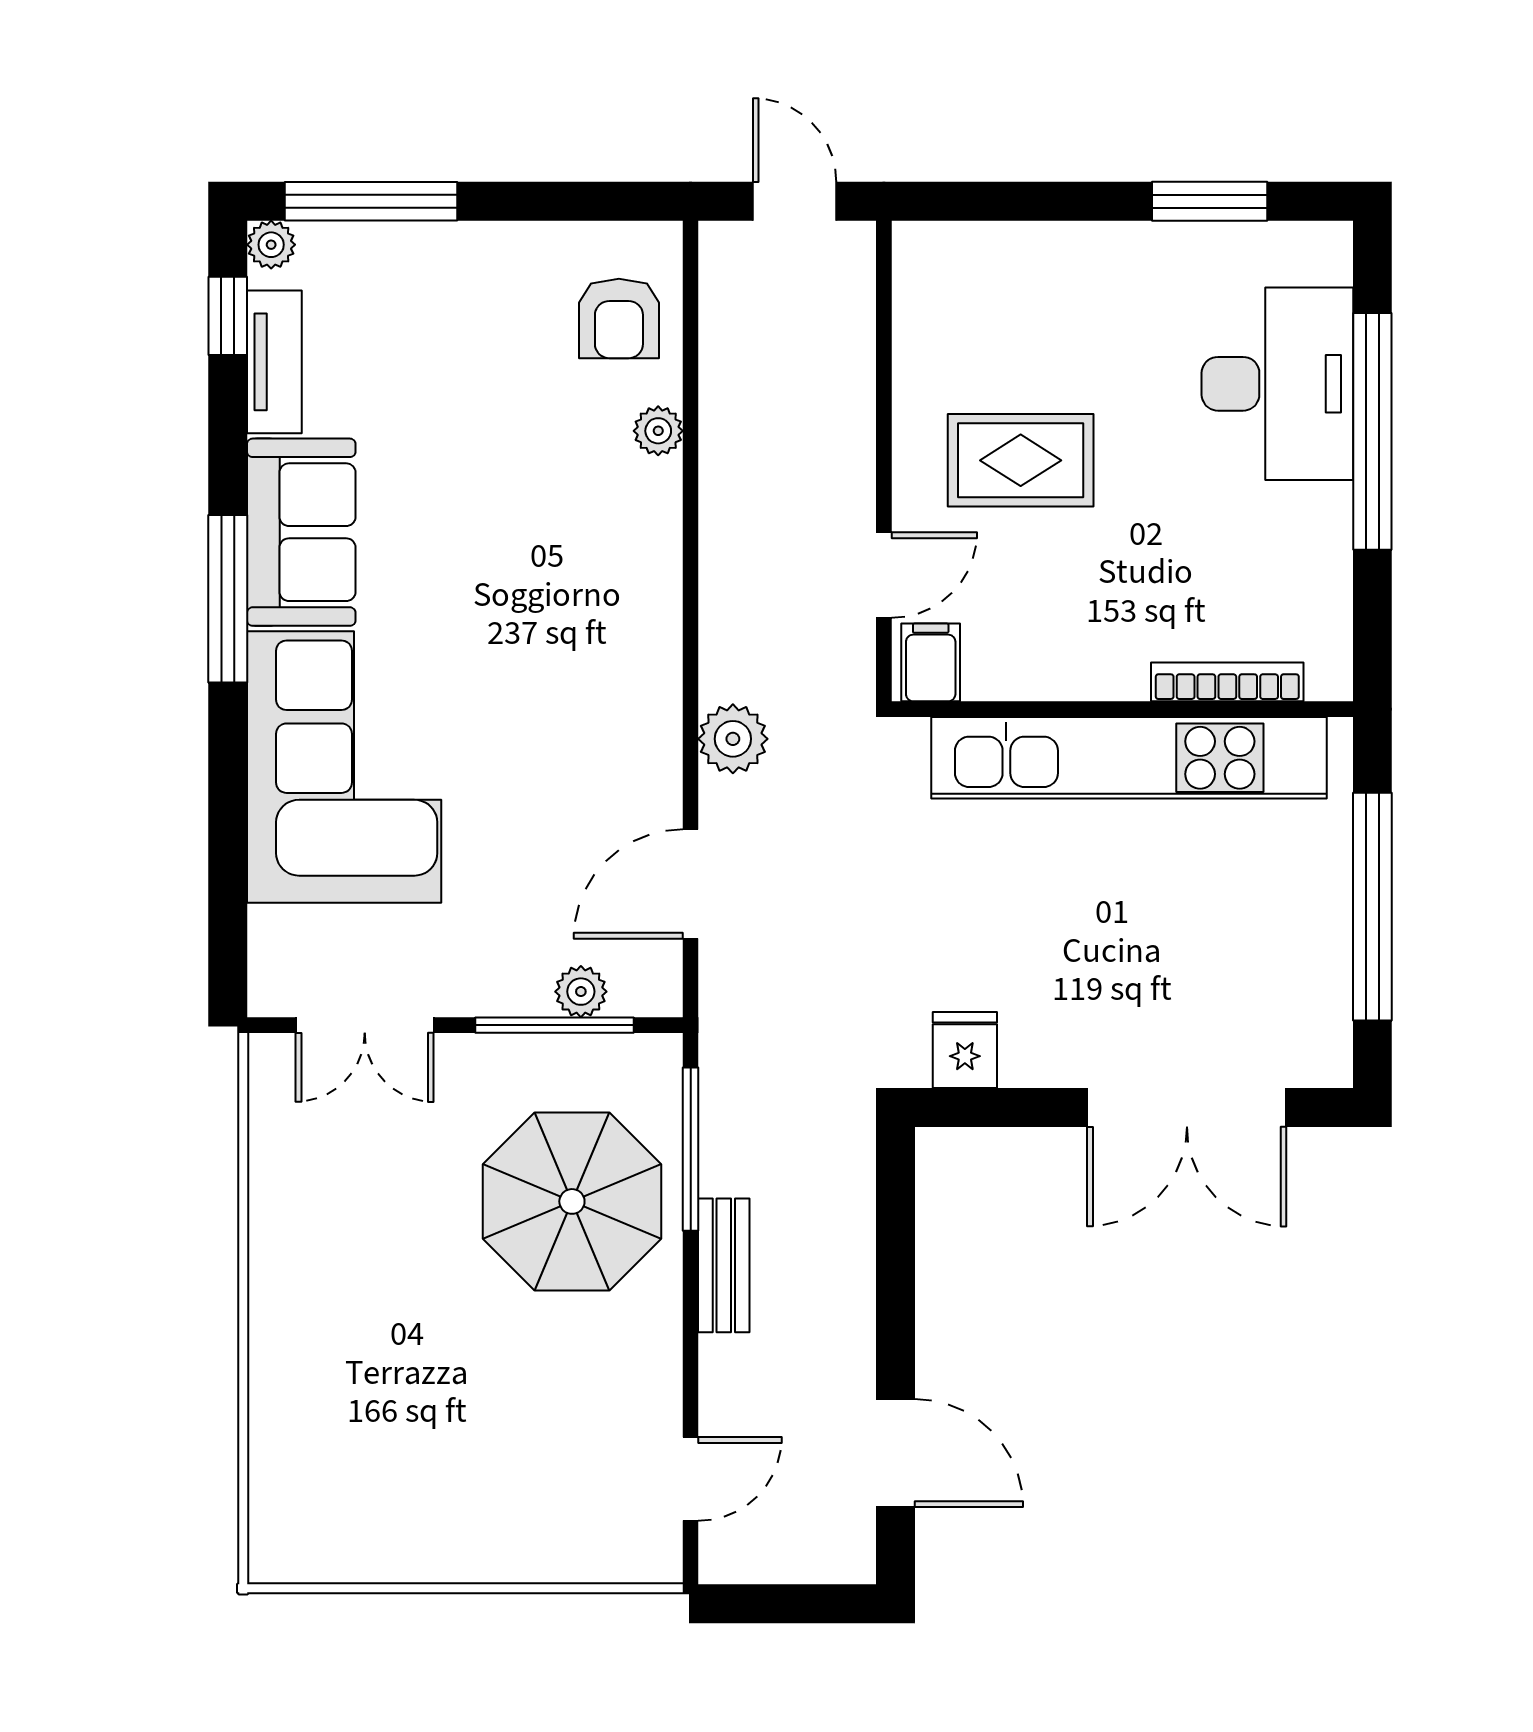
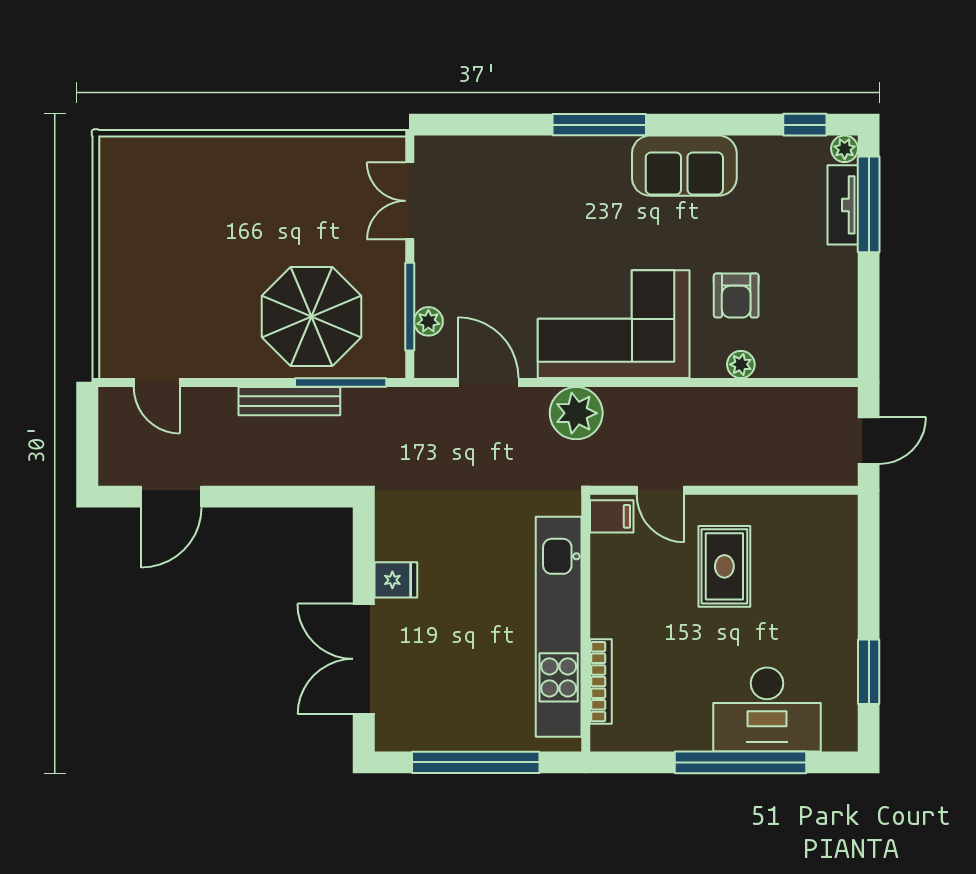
armchair: (619, 318) -> (736, 295), moved, turned -90
tv unit: (274, 362) -> (843, 205), moved, turned 90
window: (228, 599) -> (599, 125), moved
plant: (733, 739) -> (576, 413), width x1.36, depth x1.36
corner sofa: (344, 767) -> (614, 324), moved, turned 180
fridge: (965, 1050) -> (396, 580), moved
bench: (724, 1265) -> (289, 401), width x1.36

